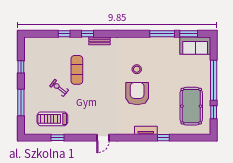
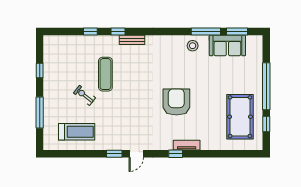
sofa: (195, 46) -> (227, 46), moved
stool: (137, 69) -> (193, 46), moved
treadmill: (52, 119) -> (77, 132), turned 180
window: (58, 138) -> (114, 154), moved
window: (163, 138) -> (176, 154), moved

